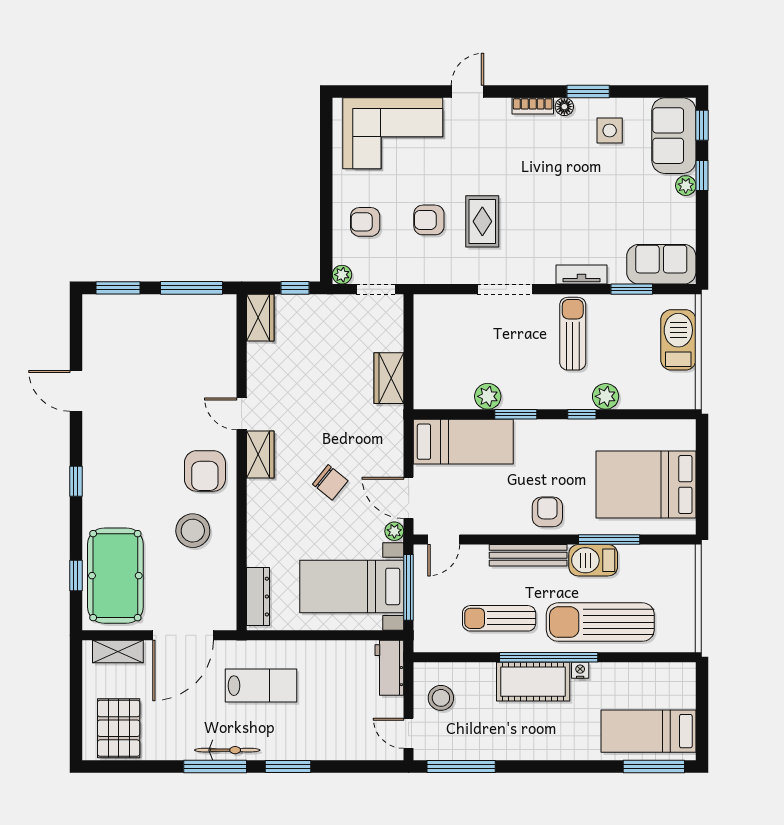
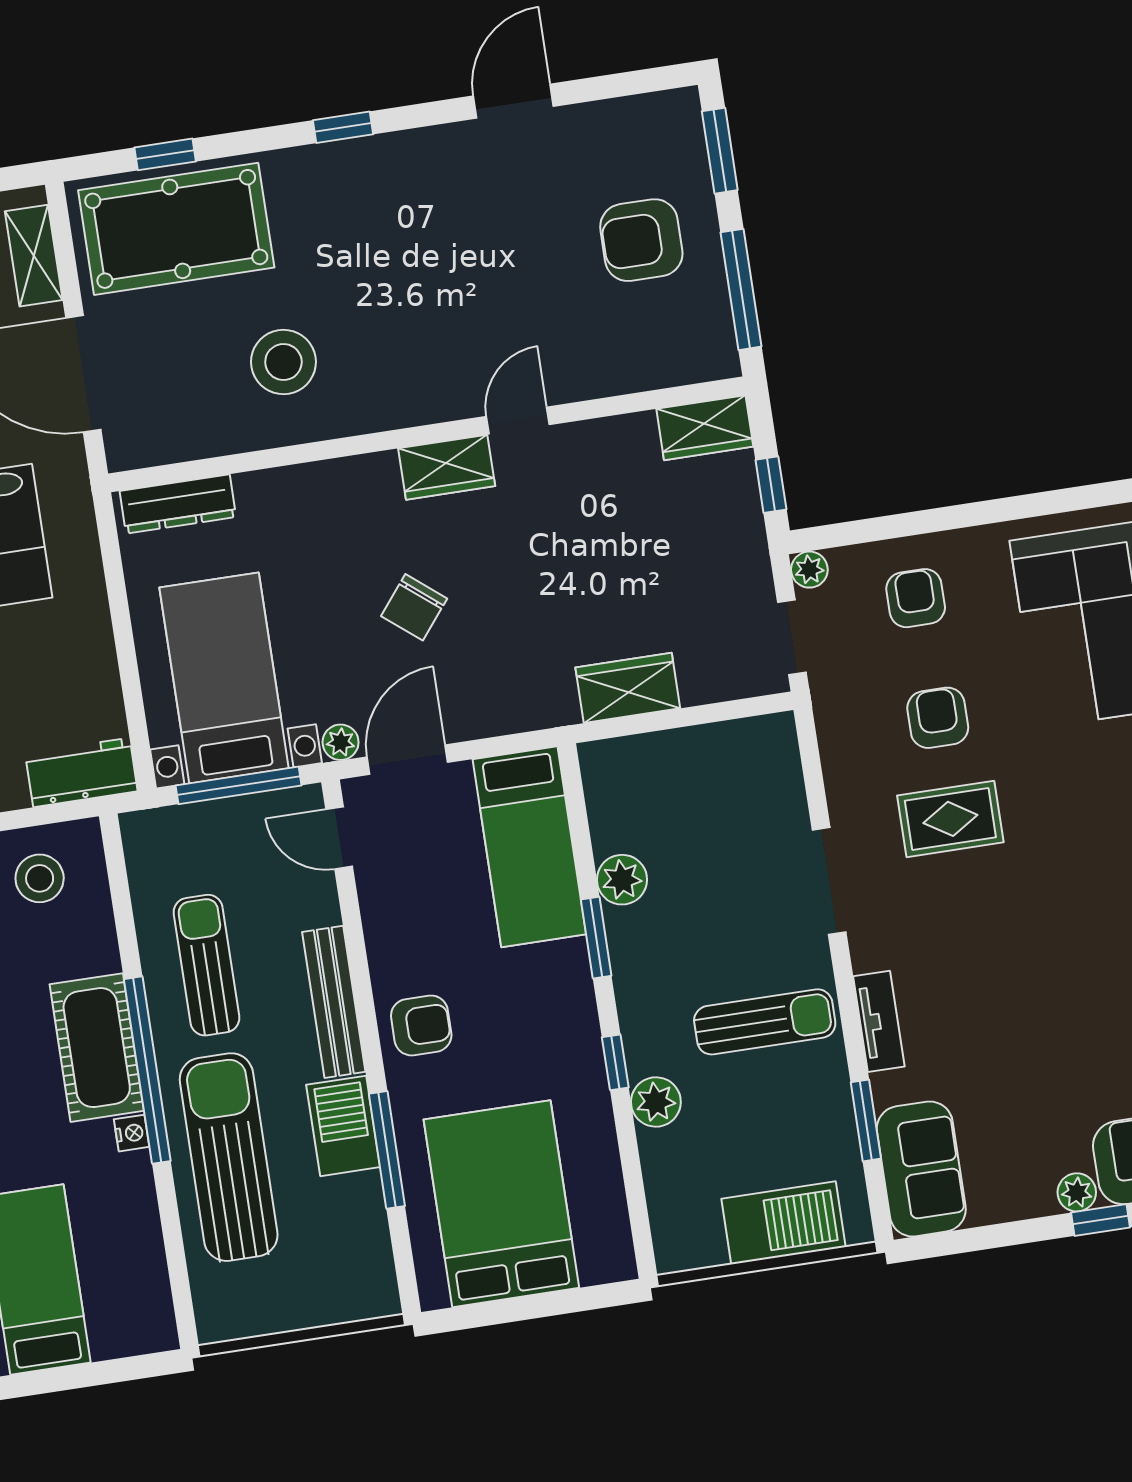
armchair: (205, 471) -> (641, 240), moved

